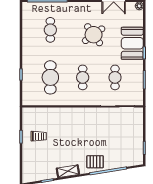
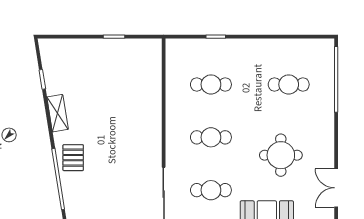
round table: (94, 35) -> (281, 155), turned 36
cafe table: (50, 77) -> (211, 84), width x0.73, depth x0.74
trolley: (39, 136) -> (115, 65), removed

